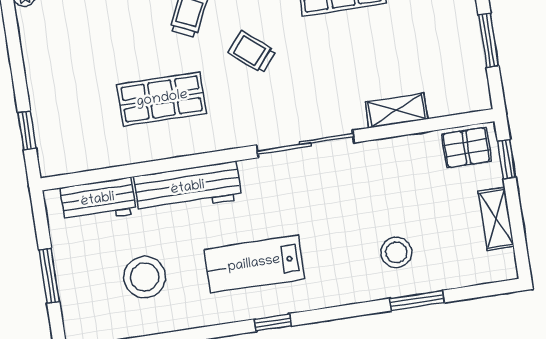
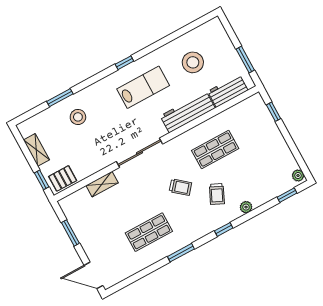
window: (49, 276) -> (245, 60), moved

